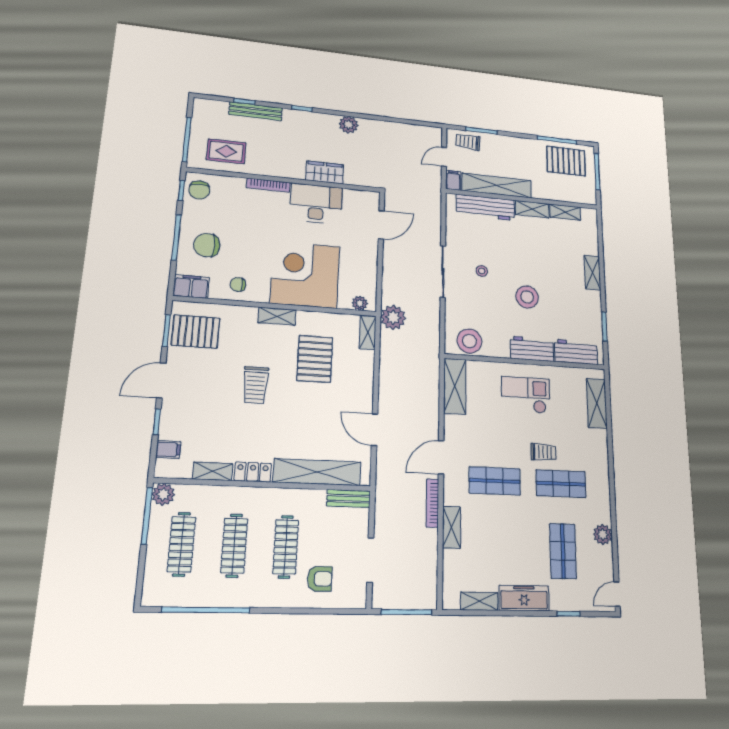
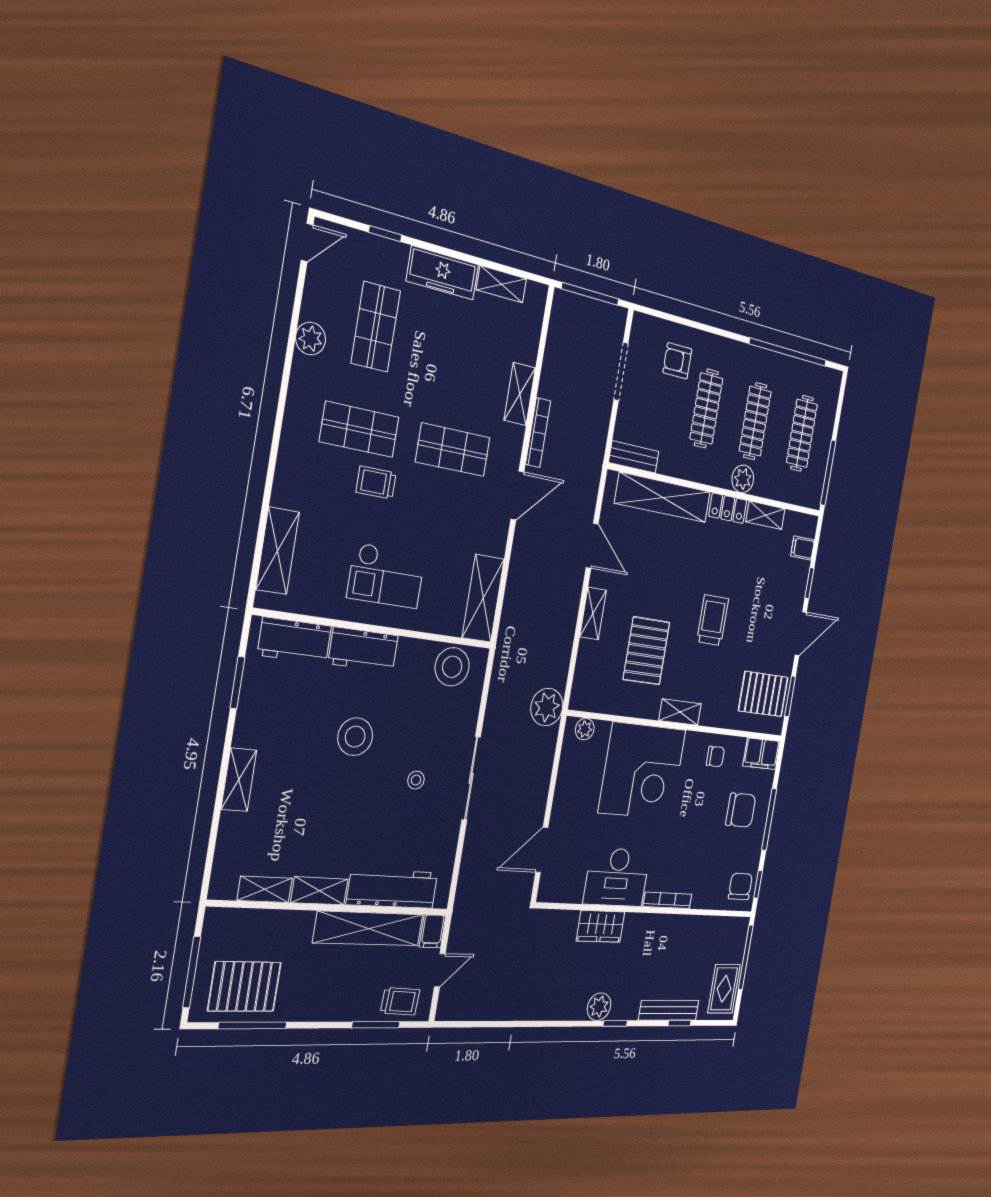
plant: (349, 125) -> (599, 1007), moved
rug: (226, 151) -> (724, 989), moved, turned 90
shelving: (368, 332) -> (593, 613), moved
plant: (163, 494) -> (743, 479), moved

